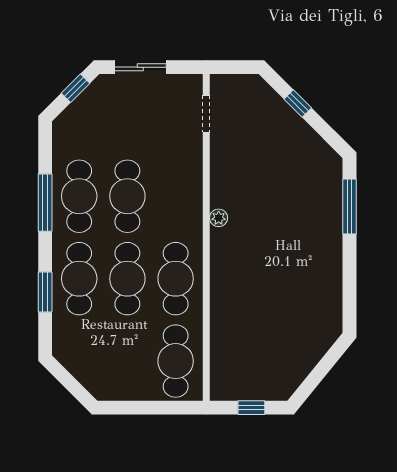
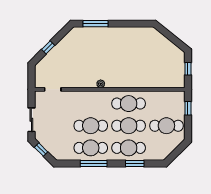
cafe table: (176, 361) -> (166, 126), moved
window: (165, 408) -> (188, 108), added

